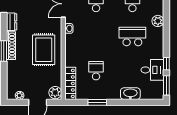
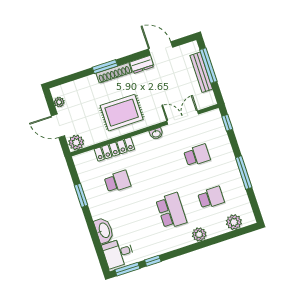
desk: (152, 70) -> (118, 253), moved, turned 90
locker: (70, 83) -> (114, 149), moved

